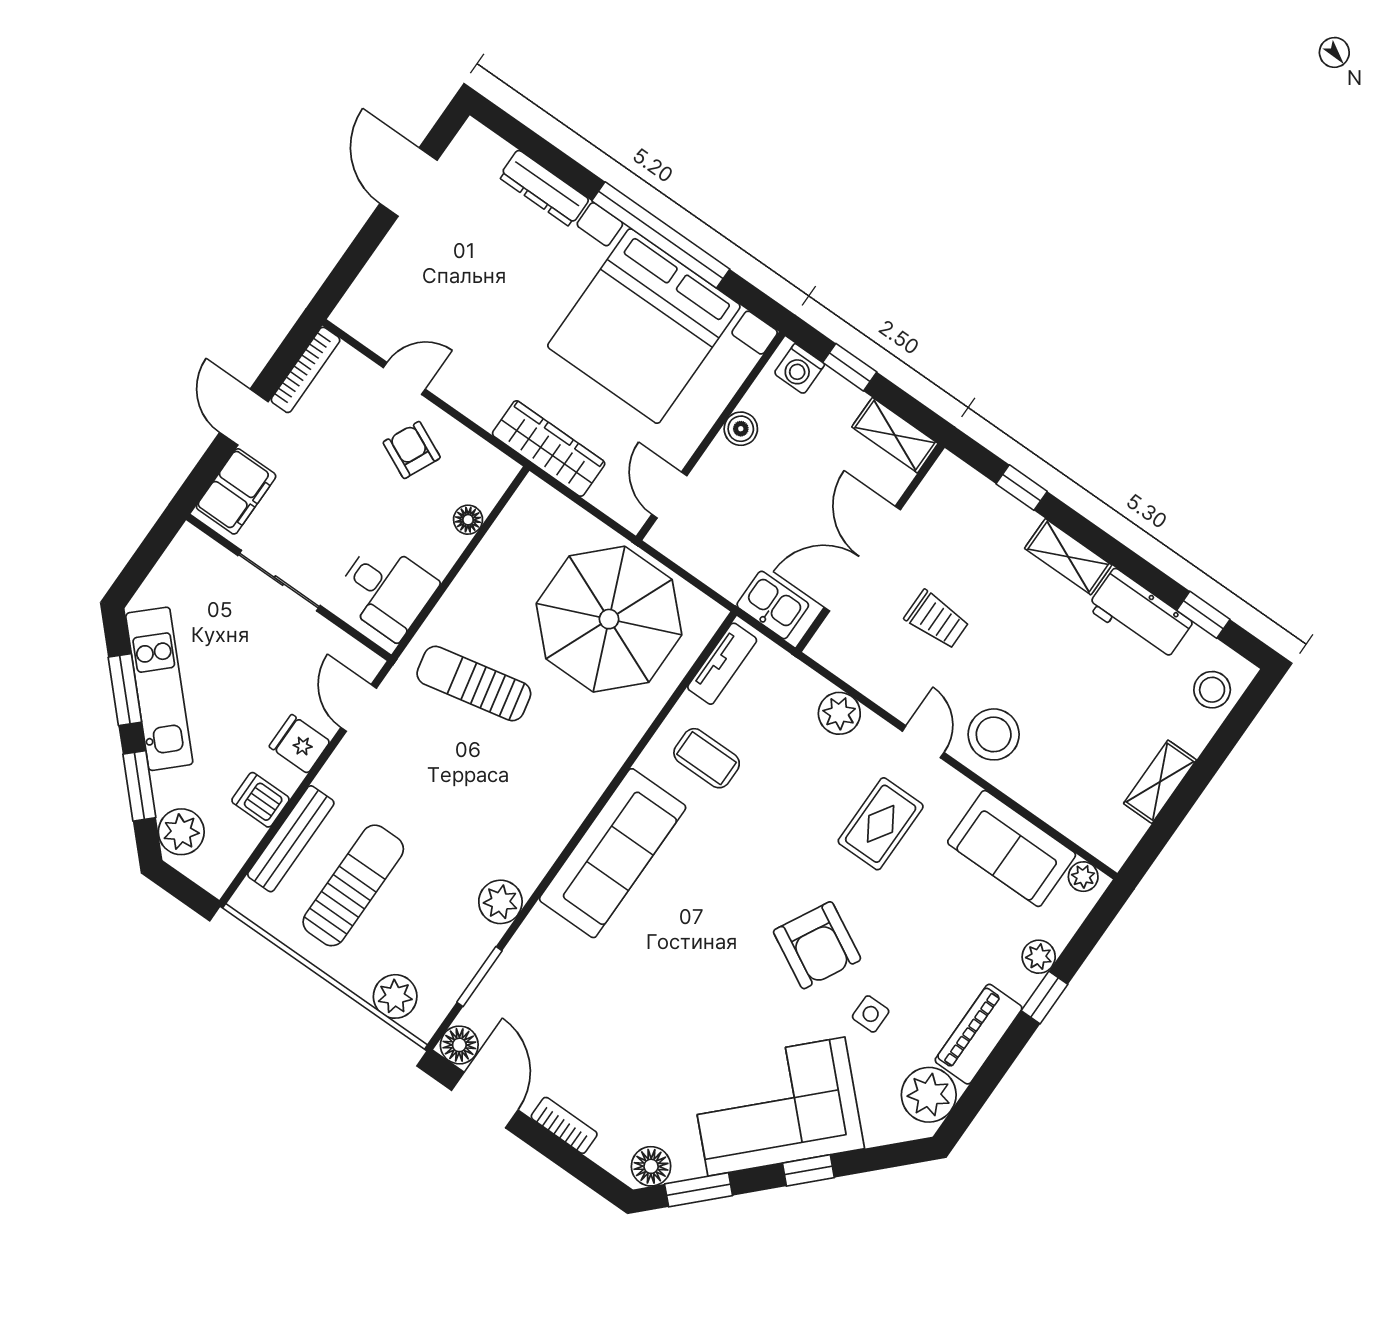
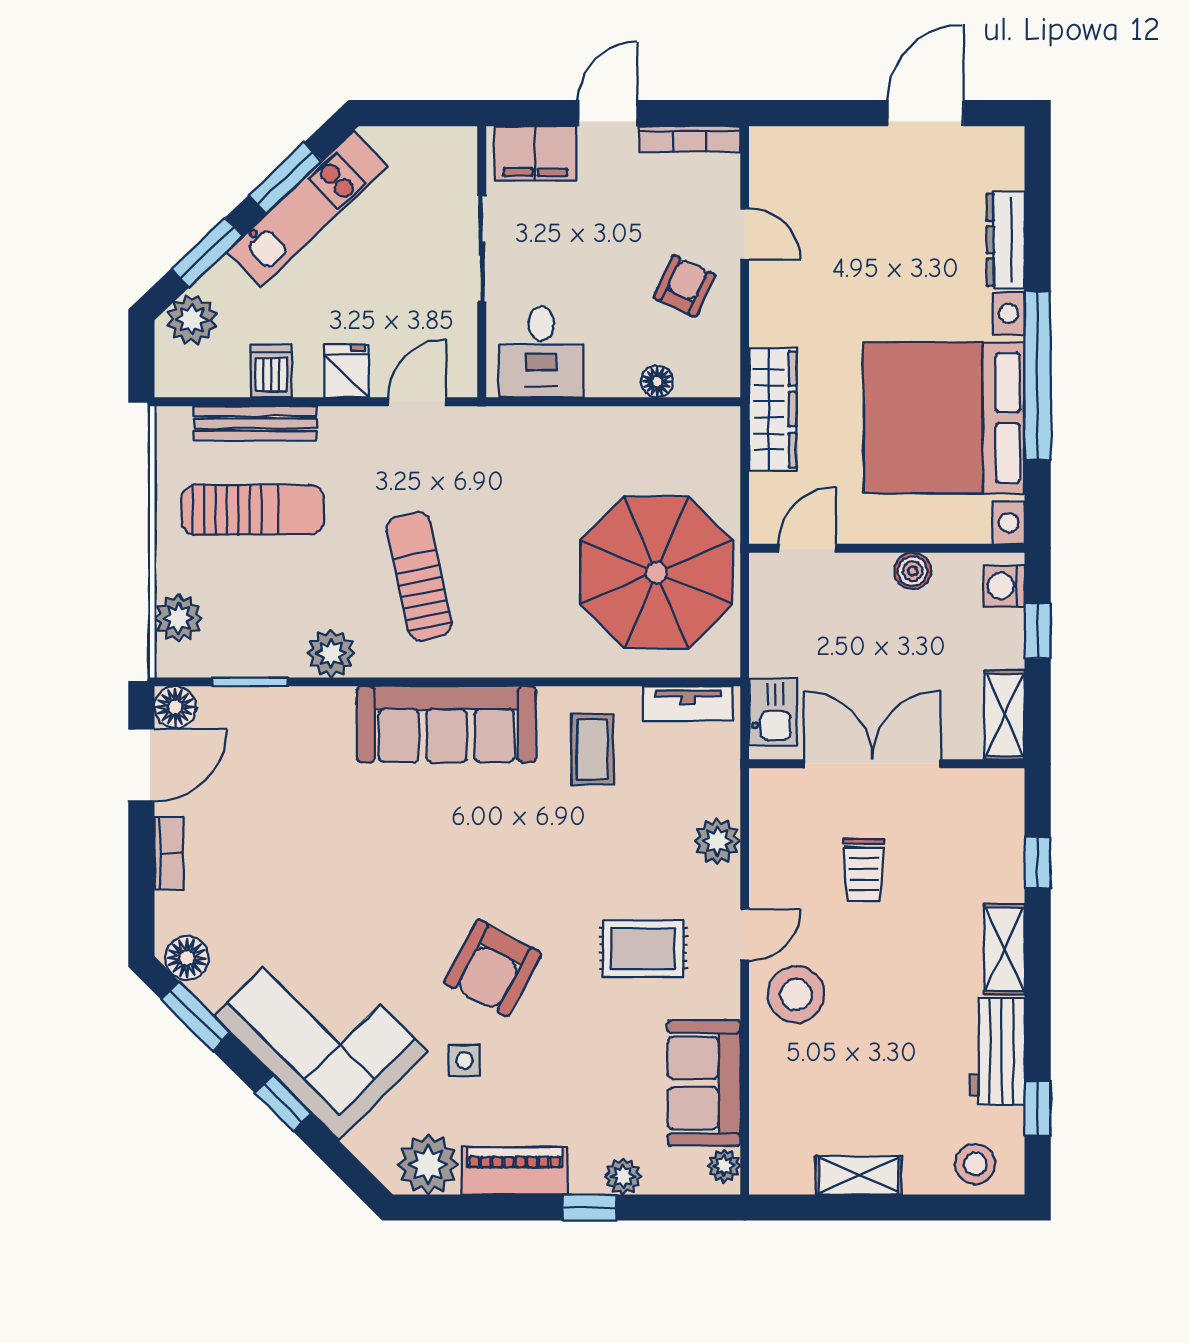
sun lounger: (474, 684) -> (419, 576), moved

